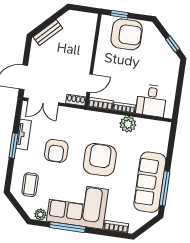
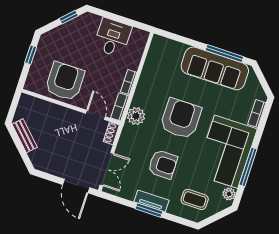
window: (119, 14) -> (31, 55), moved
bench: (48, 33) -> (25, 136), moved
armchair: (127, 34) -> (65, 81), moved
desk: (151, 101) -> (113, 38), moved, turned -90
plant: (128, 124) -> (136, 116), moved
tv unit: (24, 134) -> (152, 201), moved
armchair: (100, 160) -> (181, 119), turned 90

